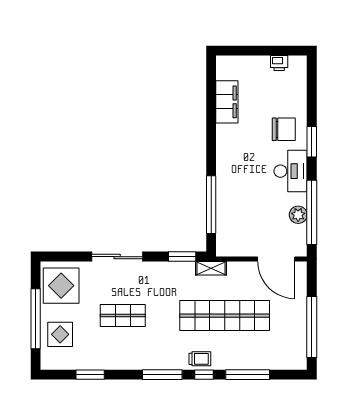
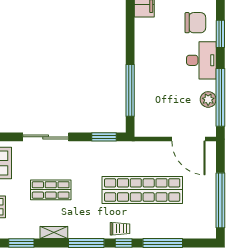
shelving: (211, 268) -> (54, 232), moved

